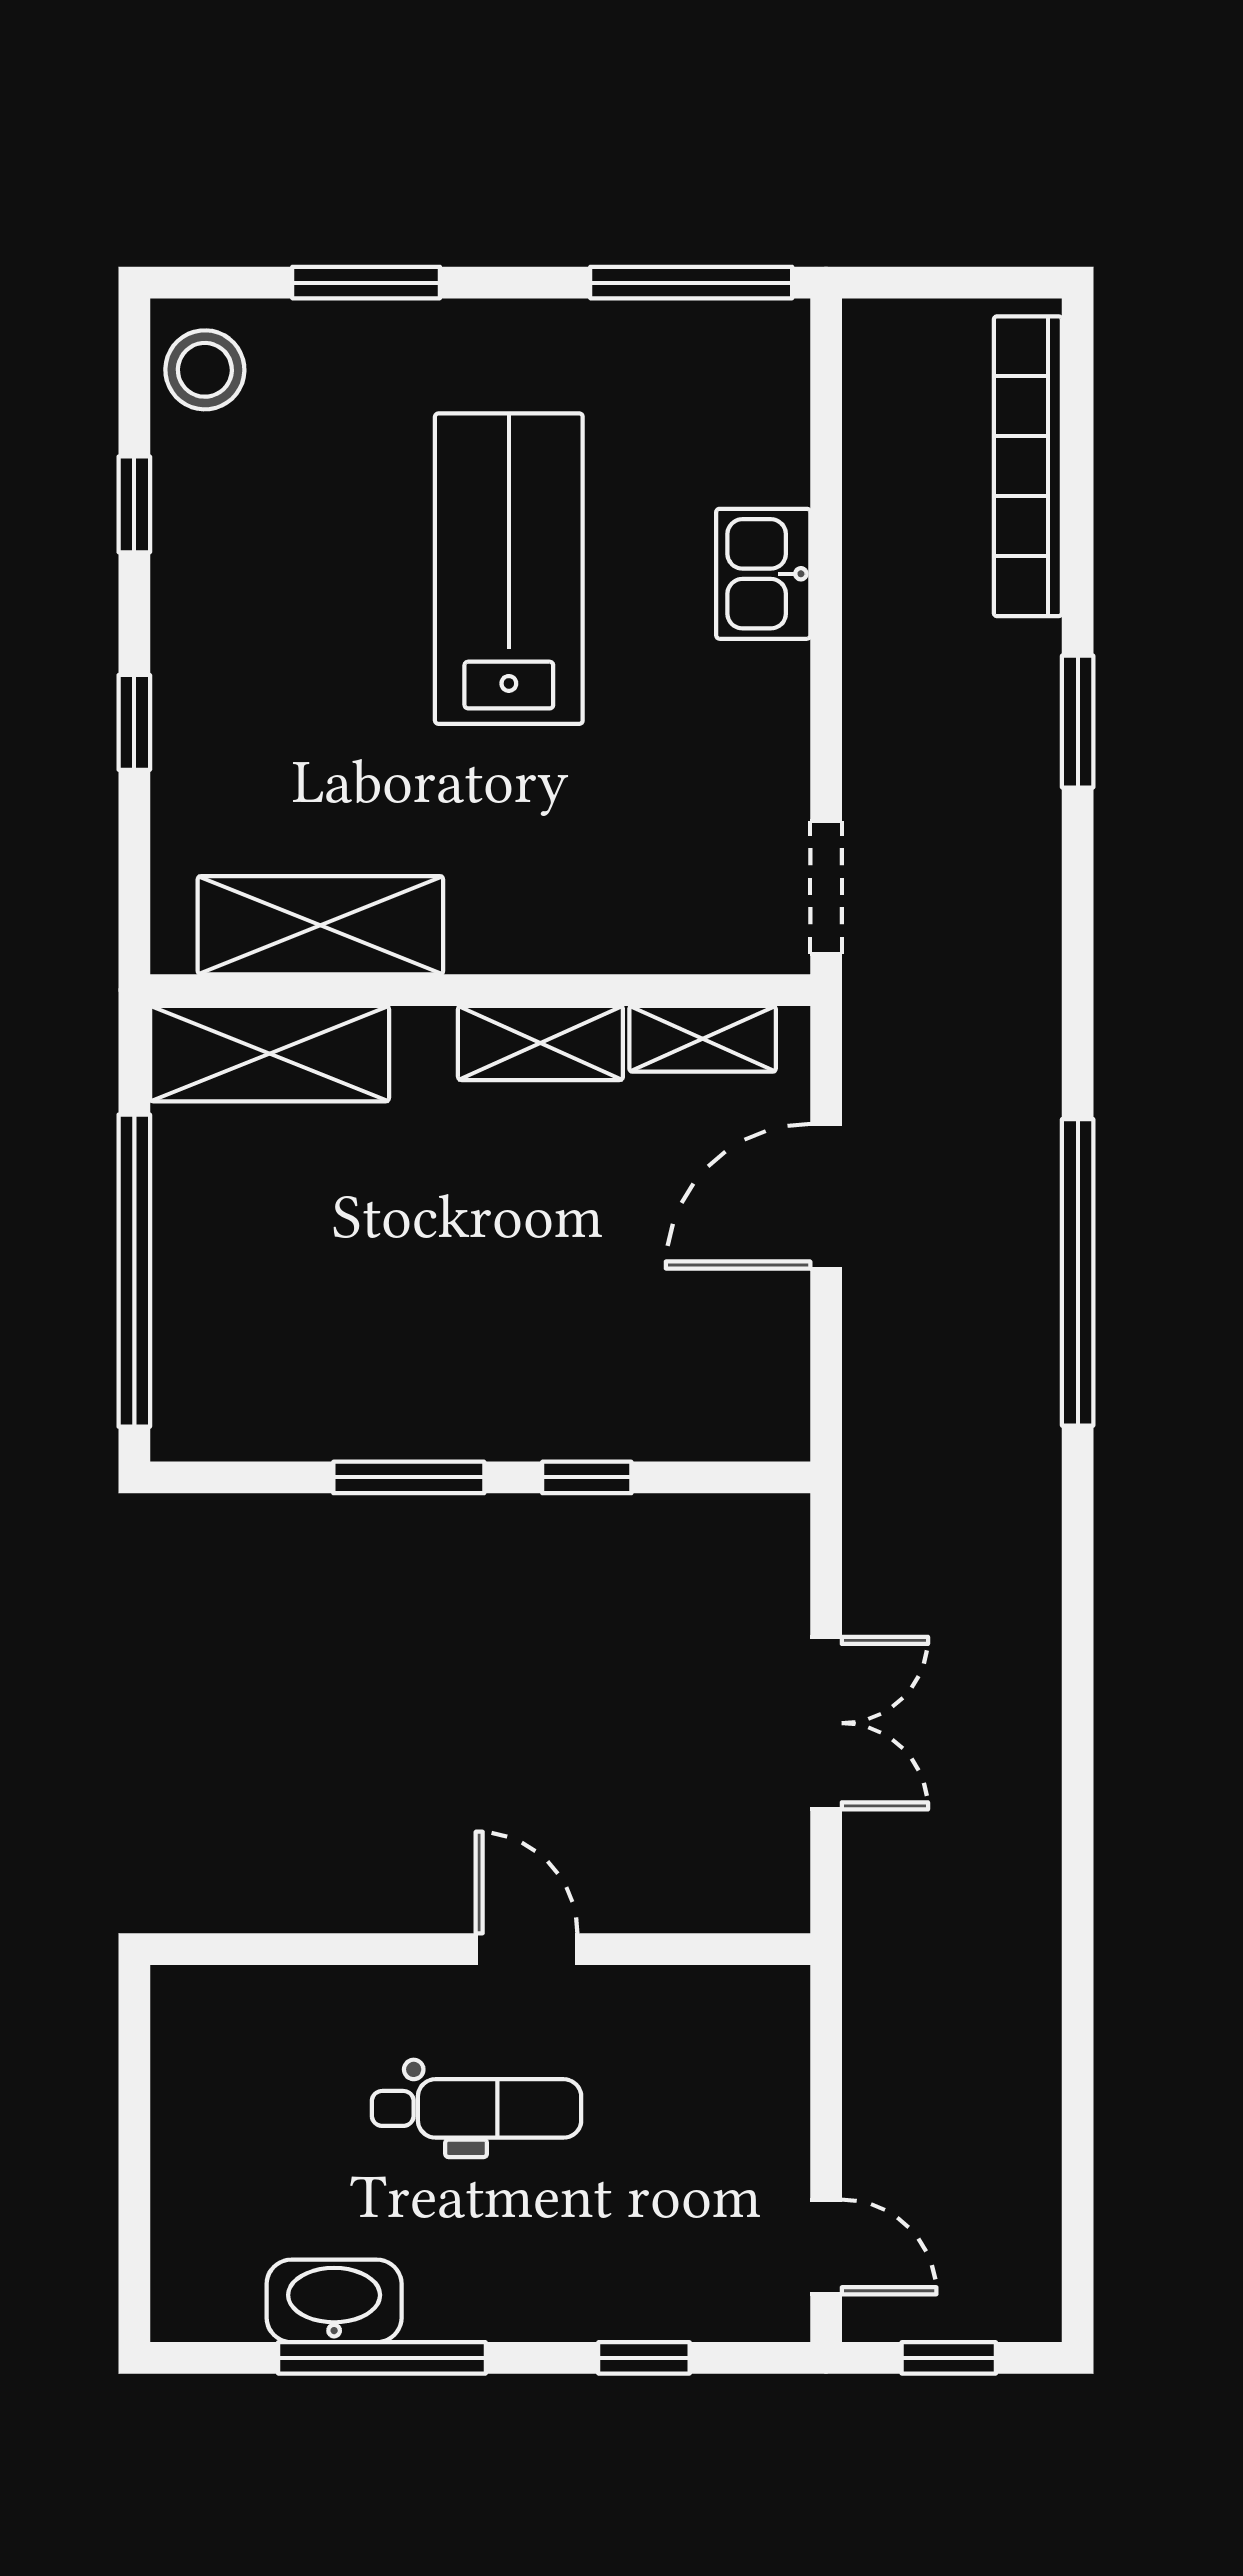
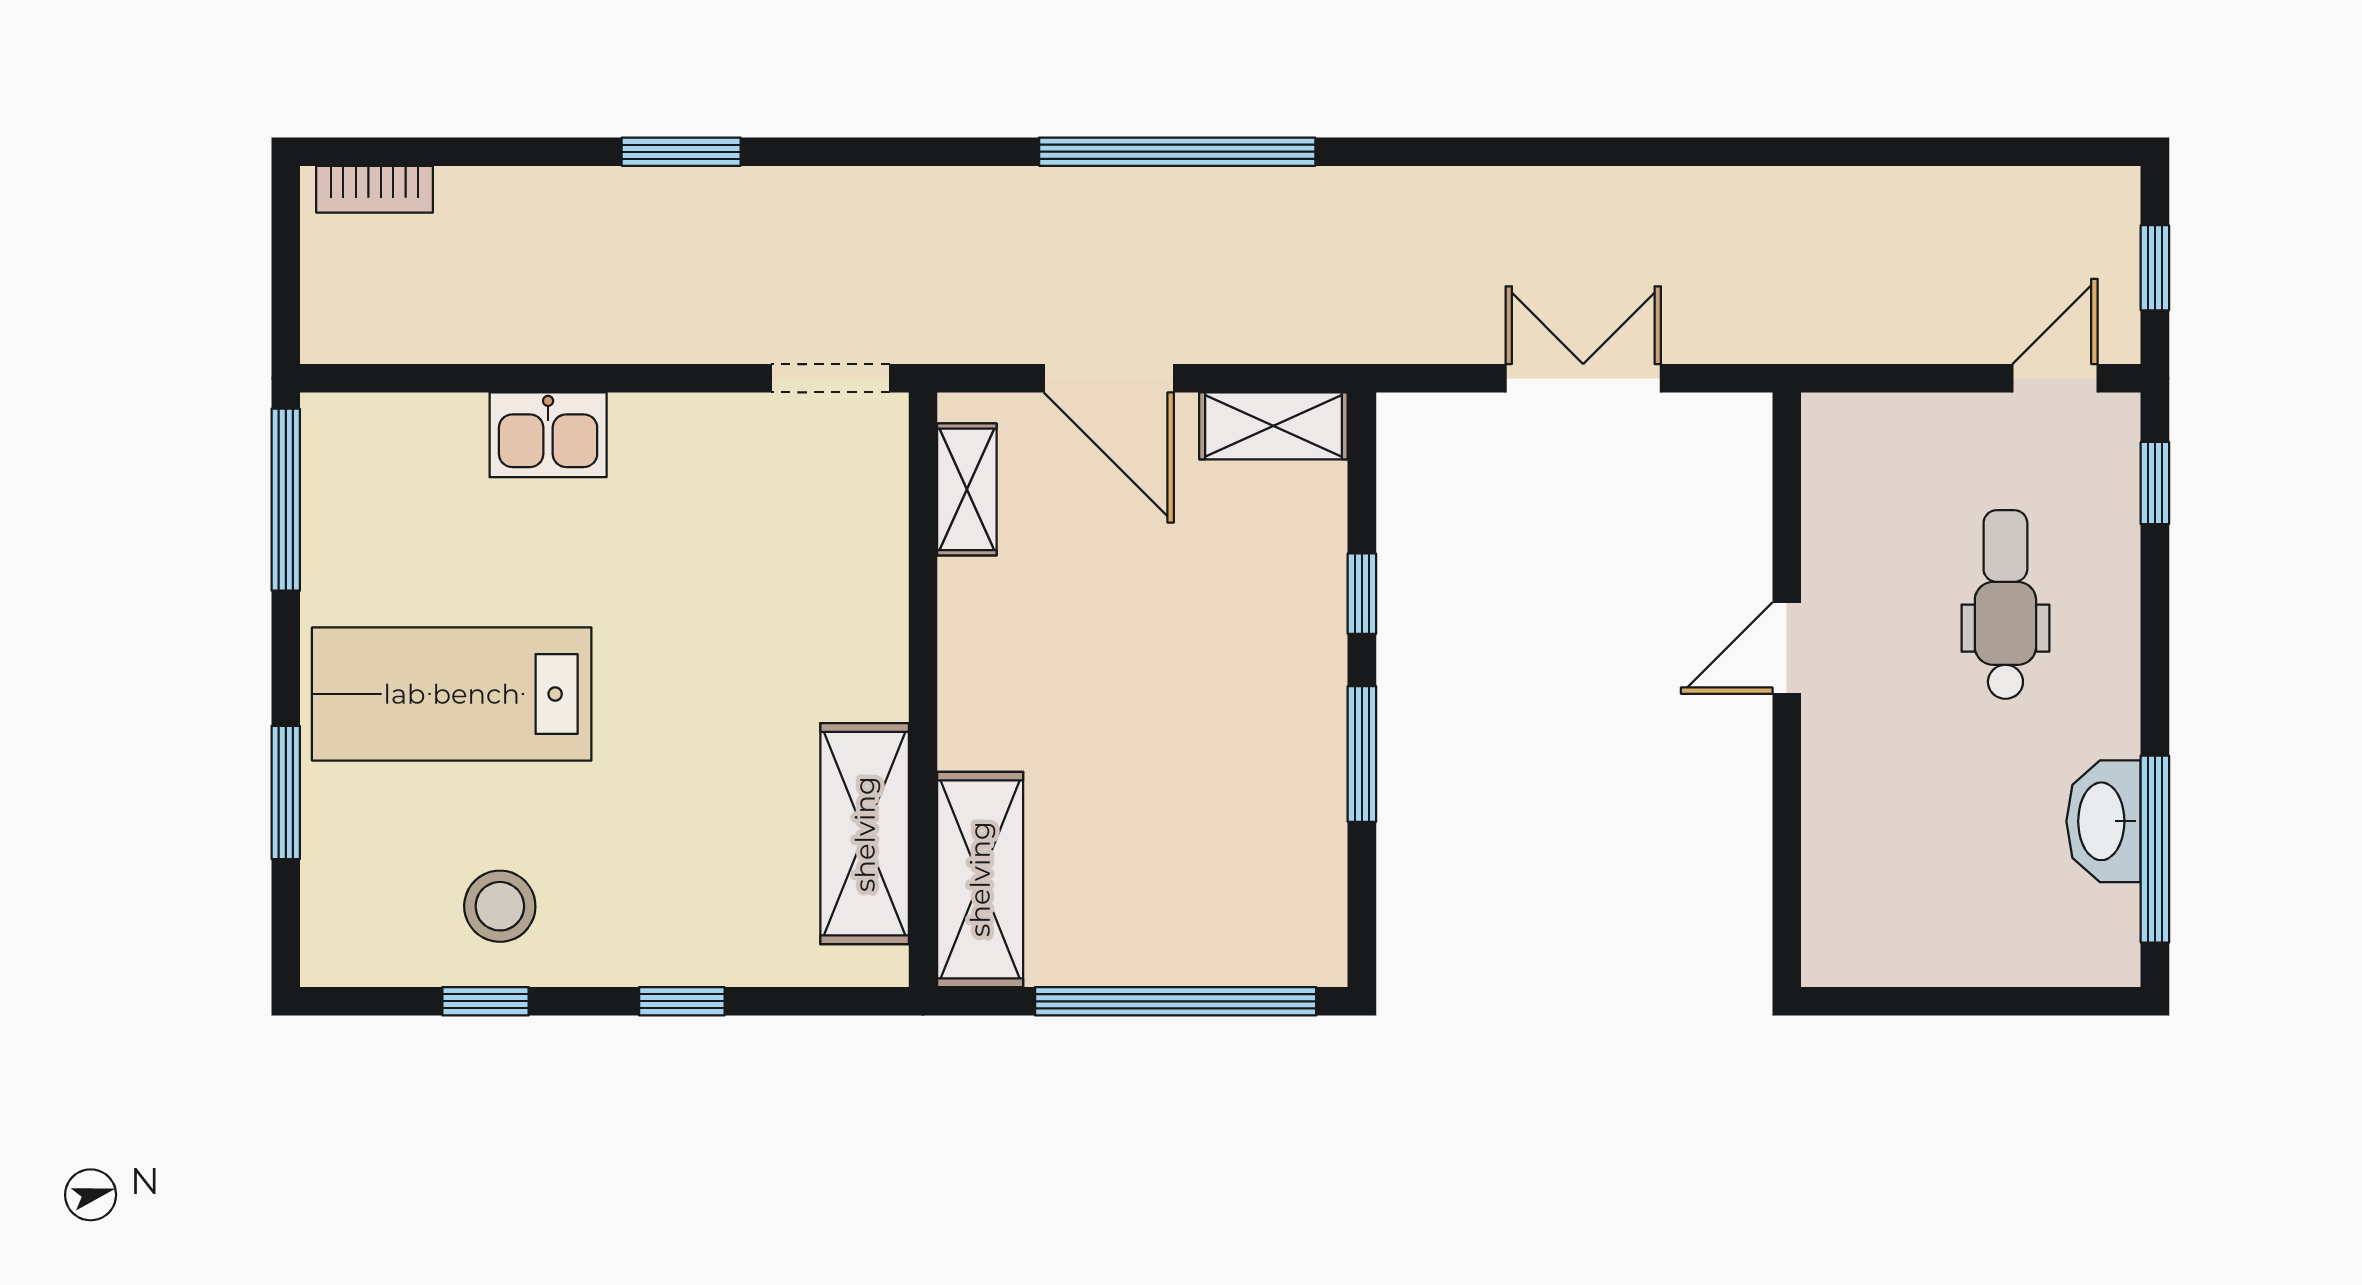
stool: (205, 370) -> (500, 906), moved
bookcase: (1028, 466) -> (375, 189), width x0.43, depth x0.76
lab bench: (509, 569) -> (452, 694), moved
shelving: (540, 1043) -> (1273, 426), moved, turned 90
dental chair: (477, 2108) -> (2005, 605), moved
window: (382, 2358) -> (2155, 849), moved
window: (644, 2358) -> (2155, 483), moved

